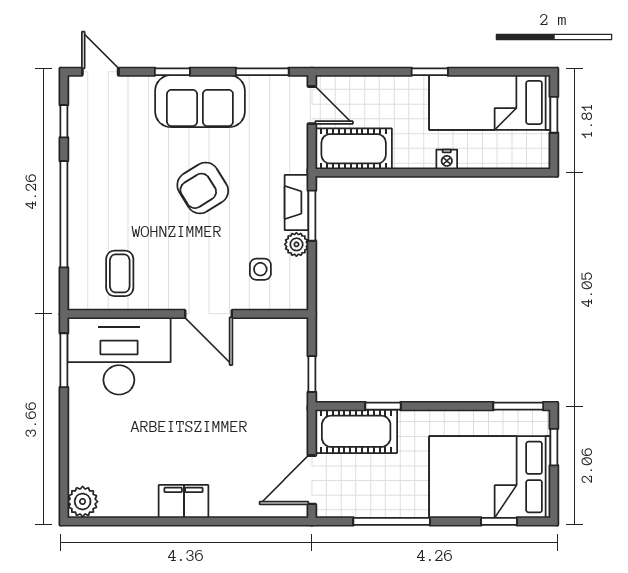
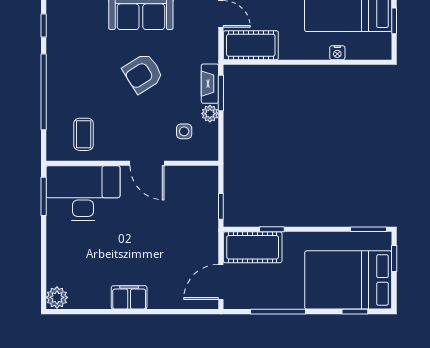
nightstand: (447, 159) -> (337, 53), moved

